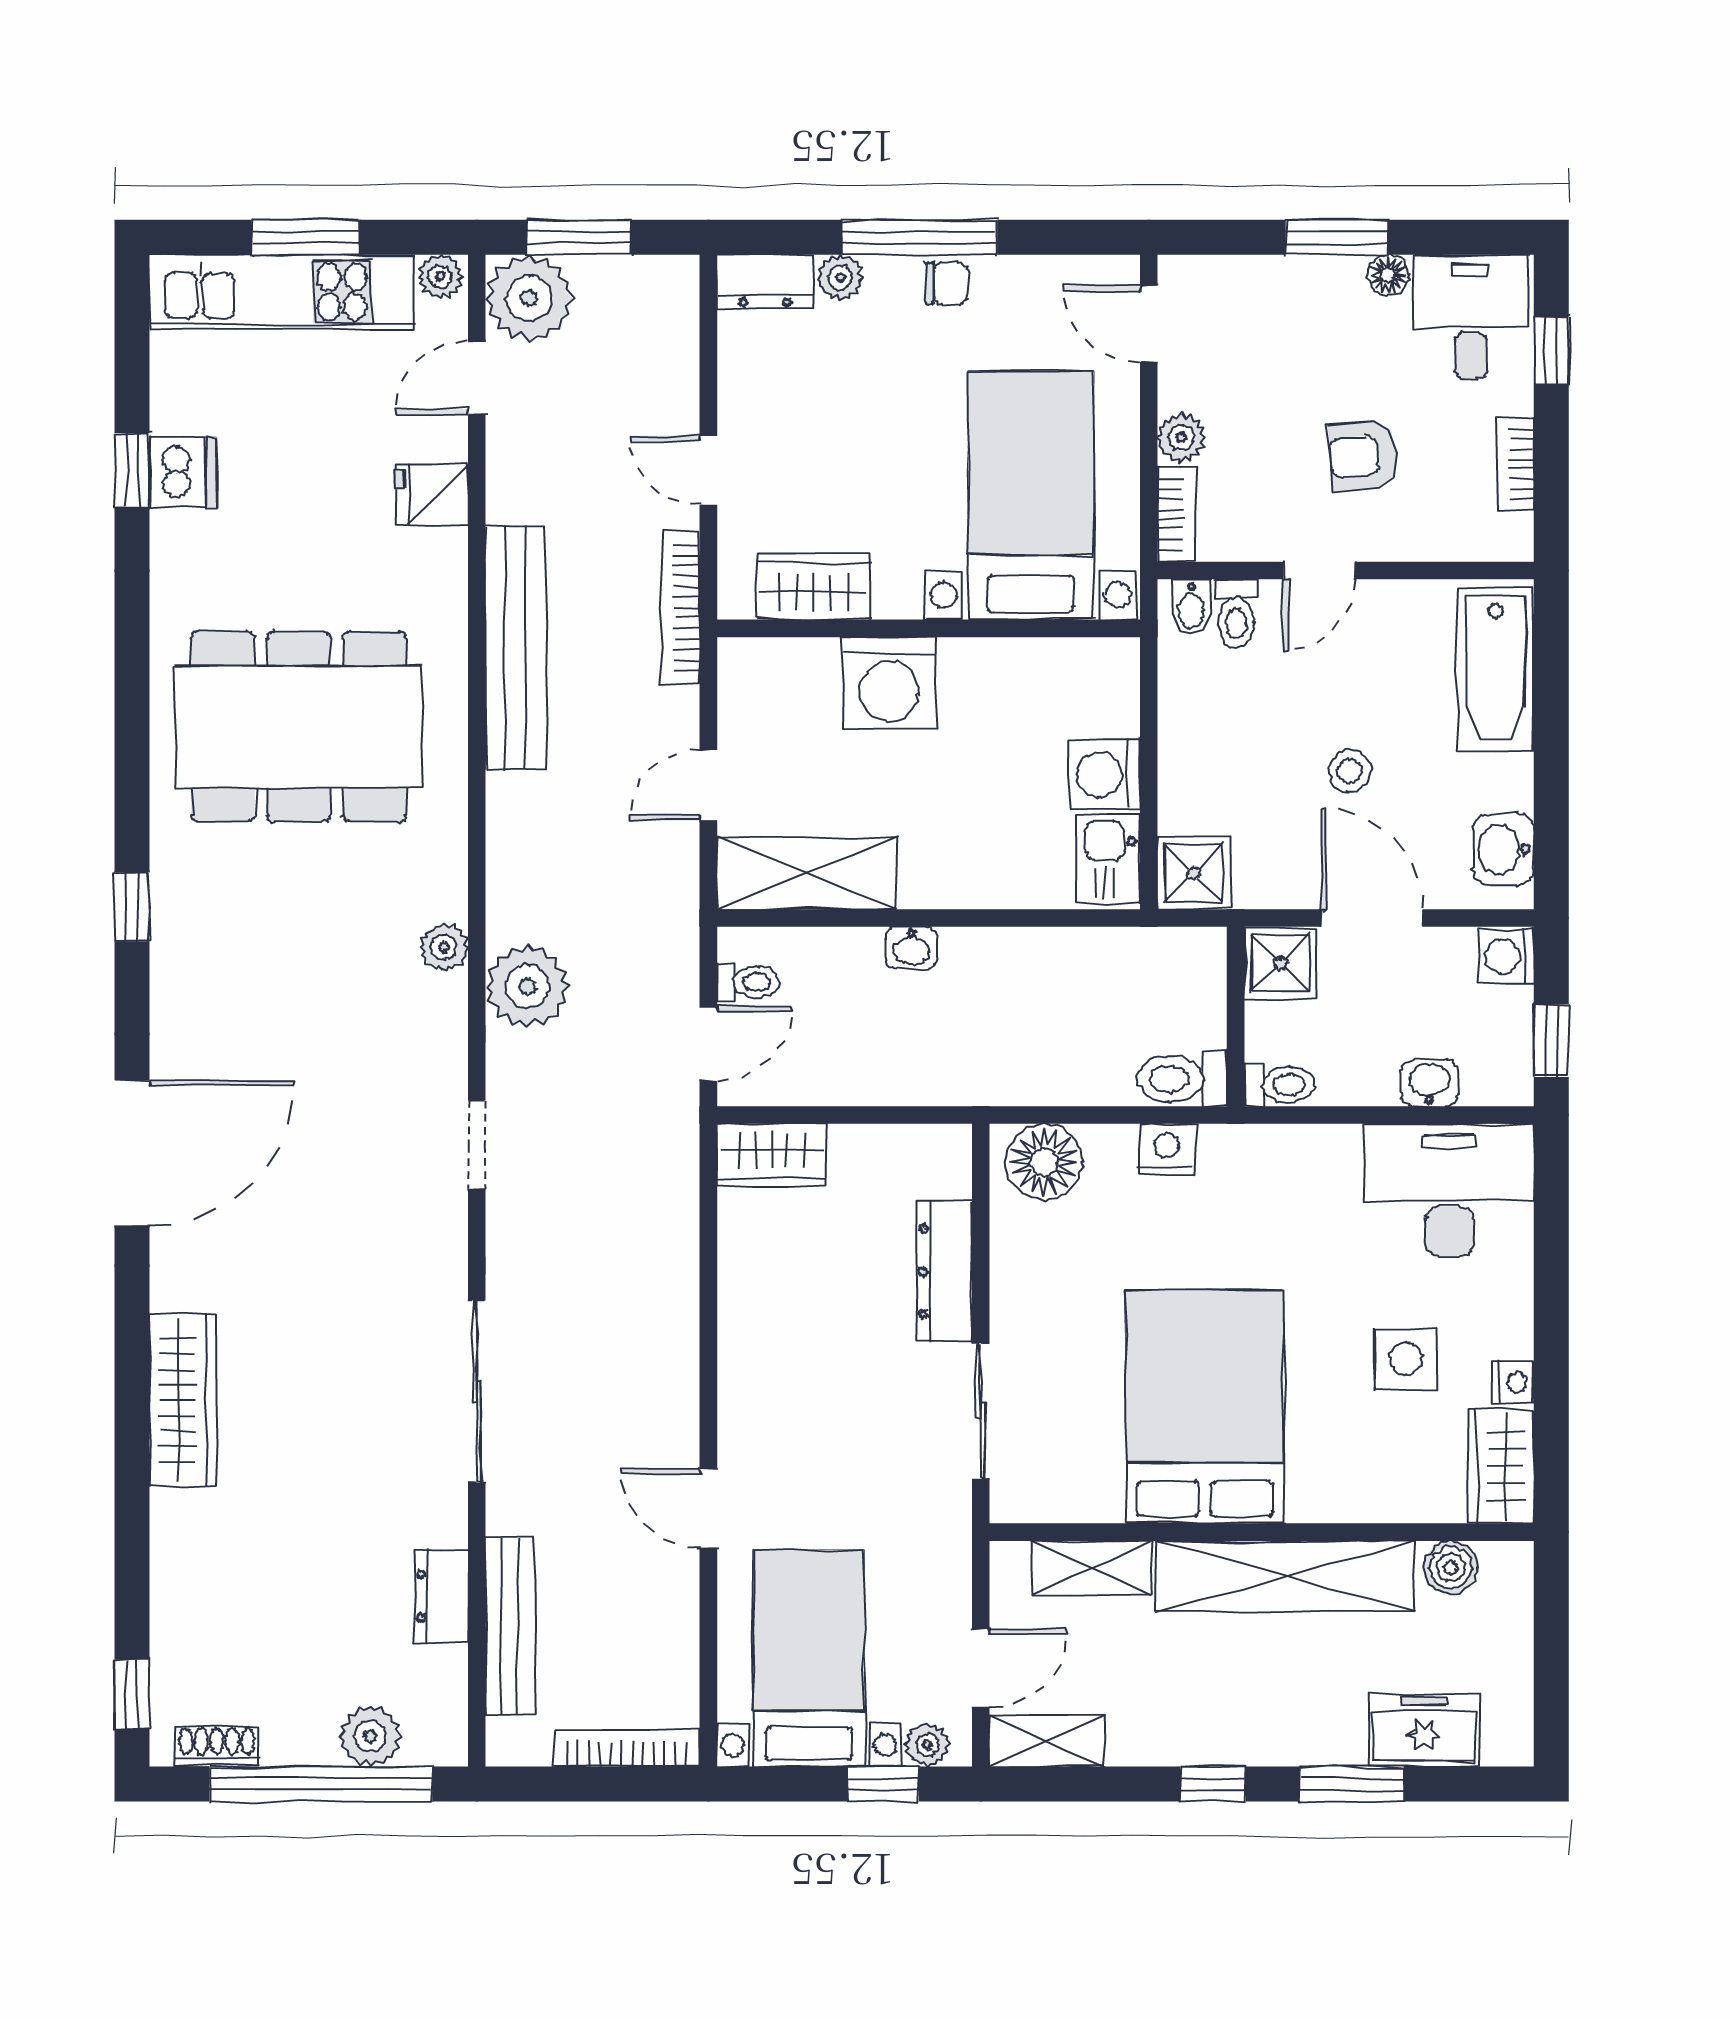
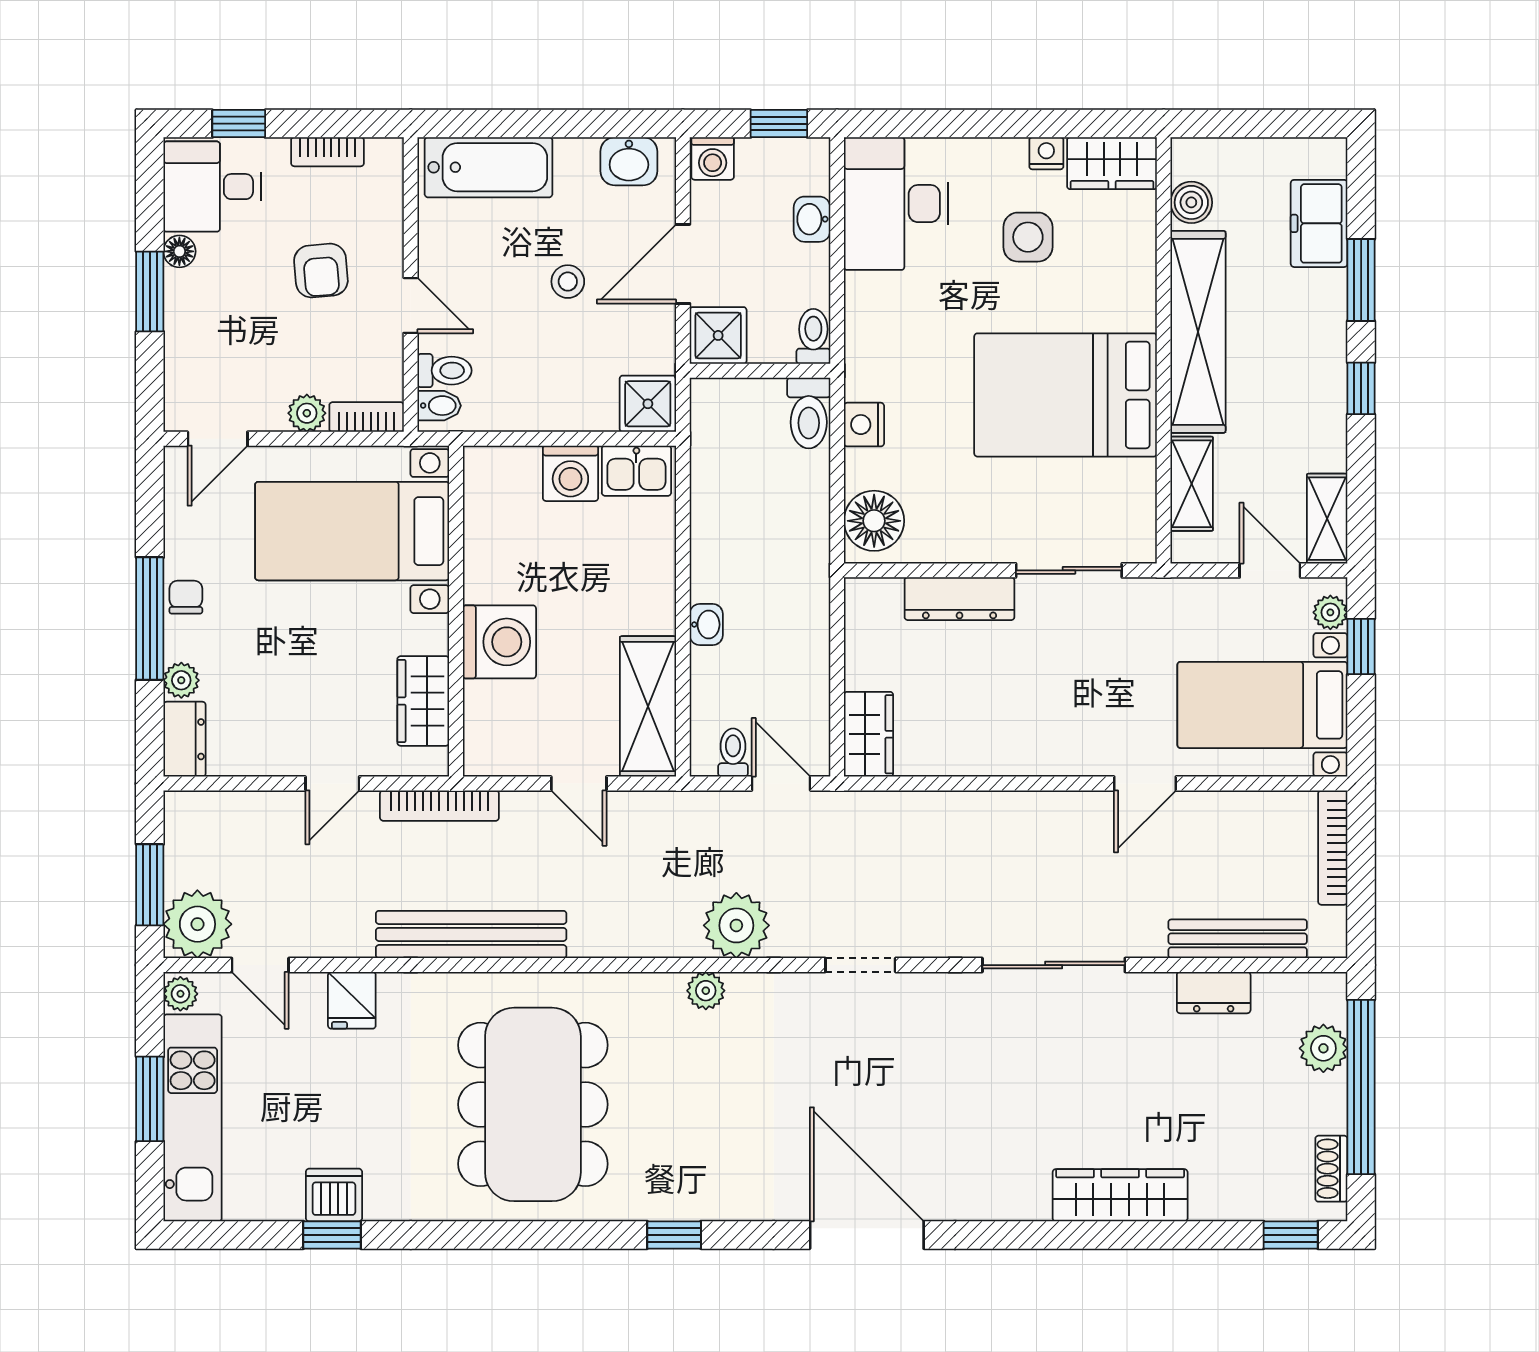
wardrobe: (183, 1400) -> (1120, 1195), moved

